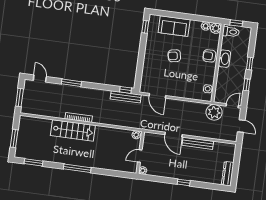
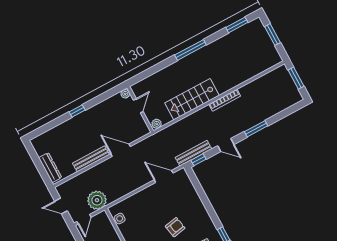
door: (40, 79) -> (226, 145), moved
stairs: (73, 130) -> (192, 99), moved
dresser: (228, 174) -> (50, 168), moved

